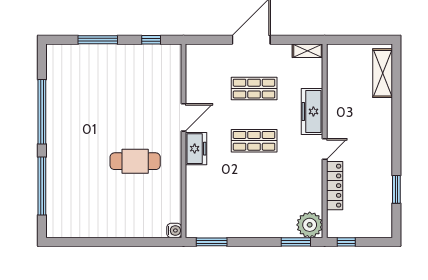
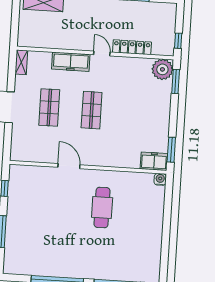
freezer: (196, 149) -> (154, 161), moved

